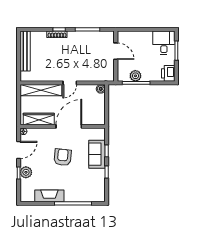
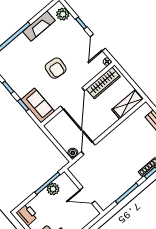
door: (70, 83) -> (88, 148), moved
shelving: (41, 90) -> (128, 104), width x0.68
sofa: (97, 154) -> (38, 106), moved
plant: (26, 172) -> (63, 14), moved

